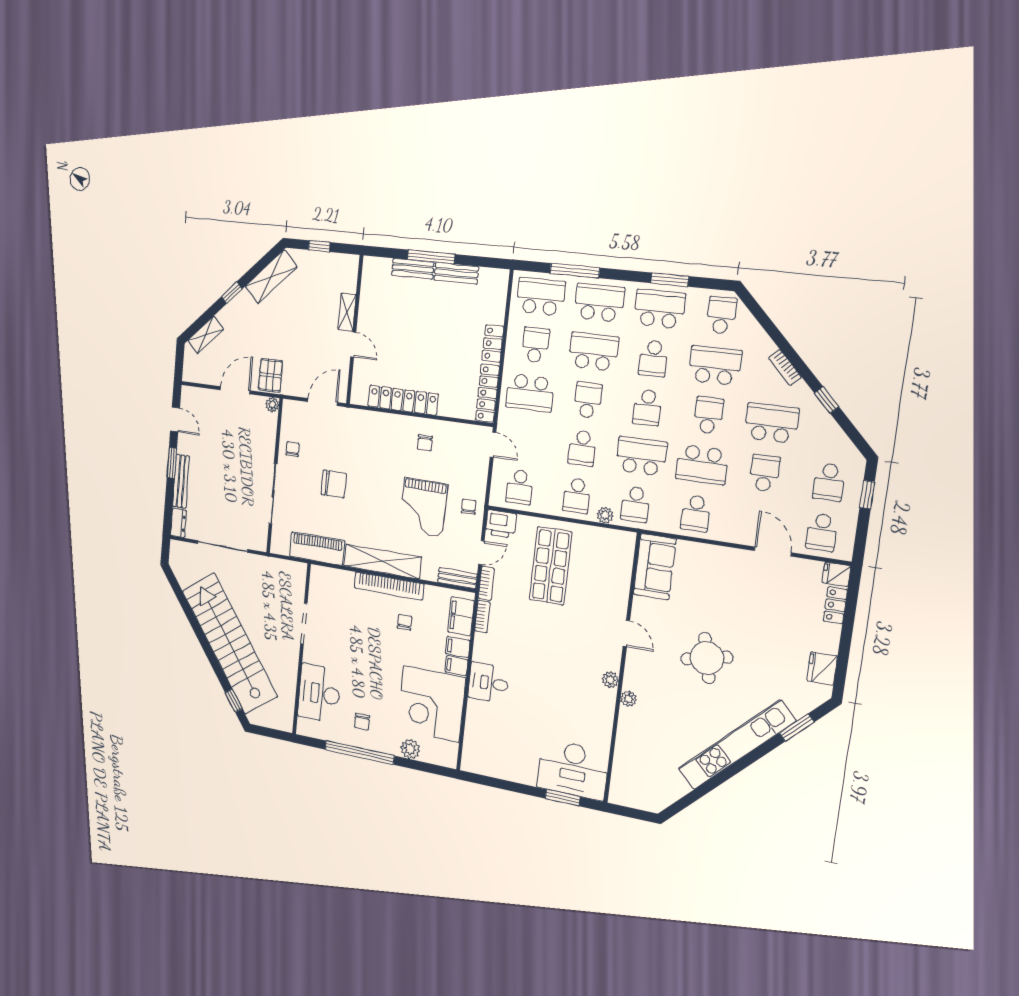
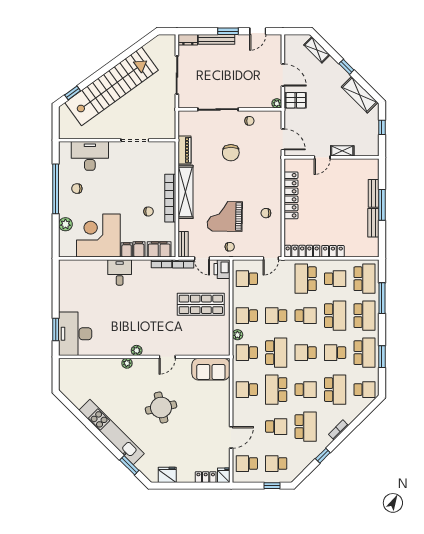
piano: (317, 549) -> (185, 150), width x0.73, depth x0.75

